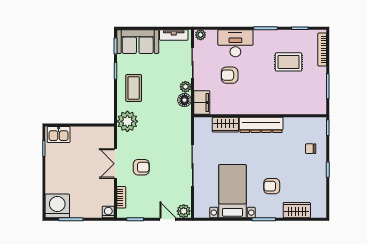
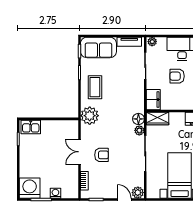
plant: (185, 87) -> (139, 130), moved
floor lamp: (184, 100) -> (138, 119), moved
wardrobe: (225, 125) -> (158, 119), moved
washing machine: (108, 212) -> (55, 193), moved

